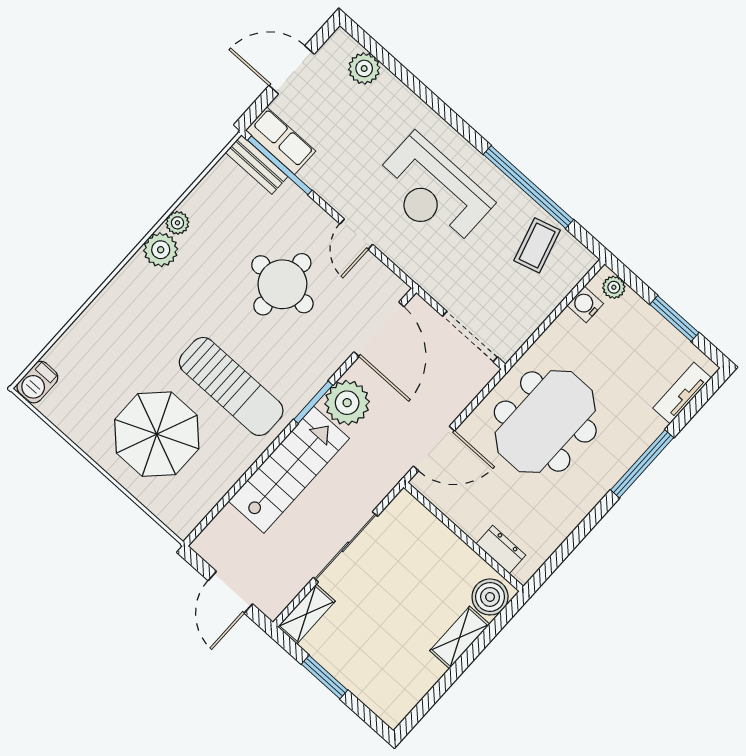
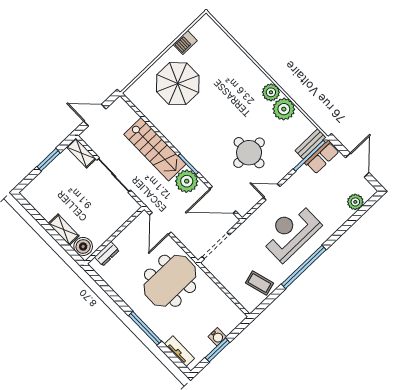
window: (528, 187) -> (304, 267), moved
plant: (177, 223) -> (284, 109), width x1.88, depth x1.88
plant: (614, 287) -> (235, 320), removed
water cooler: (585, 304) -> (217, 337), moved, turned 90
barbecue: (37, 382) -> (185, 42), moved, turned -90
sun lounger: (231, 386) -> (199, 123), removed
meeting table: (545, 422) -> (170, 281), turned 90

